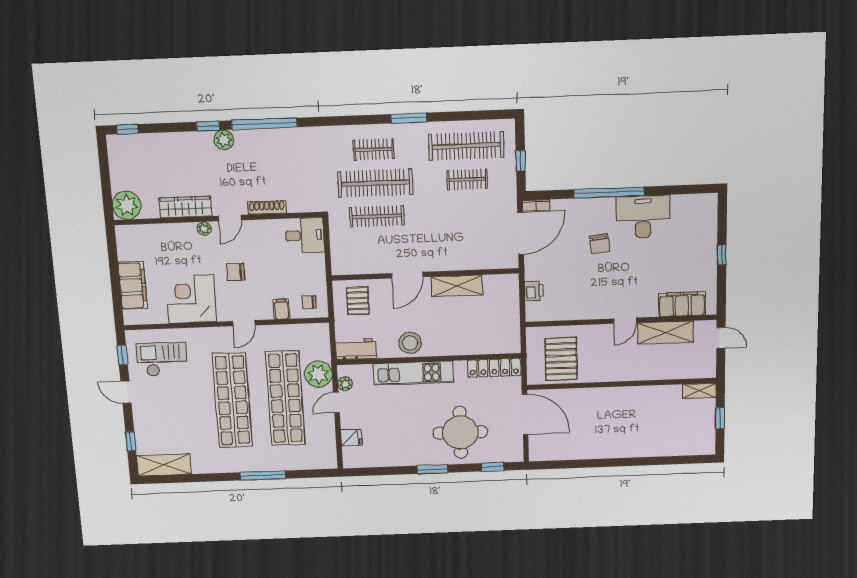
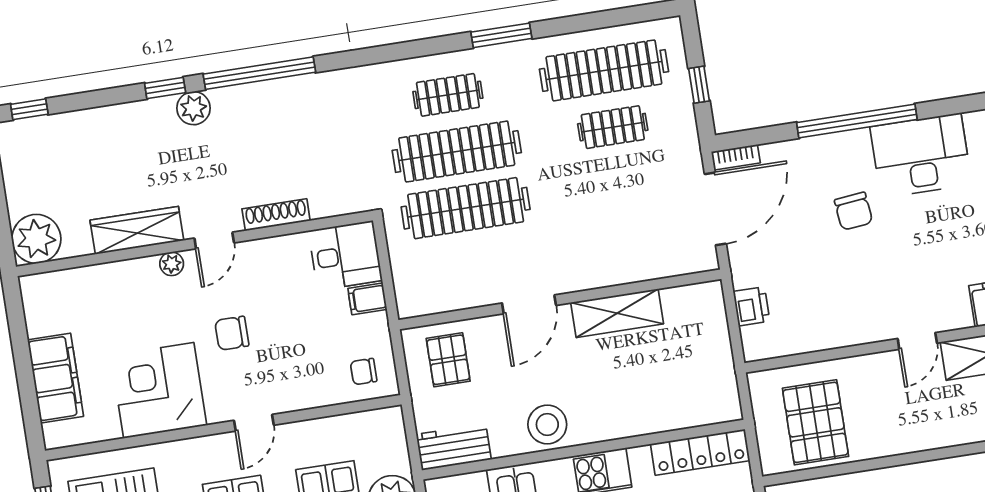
clothes rail: (377, 216) -> (466, 208), width x1.37, depth x1.31
filing cabinet: (281, 309) -> (367, 299), moved, turned -90

